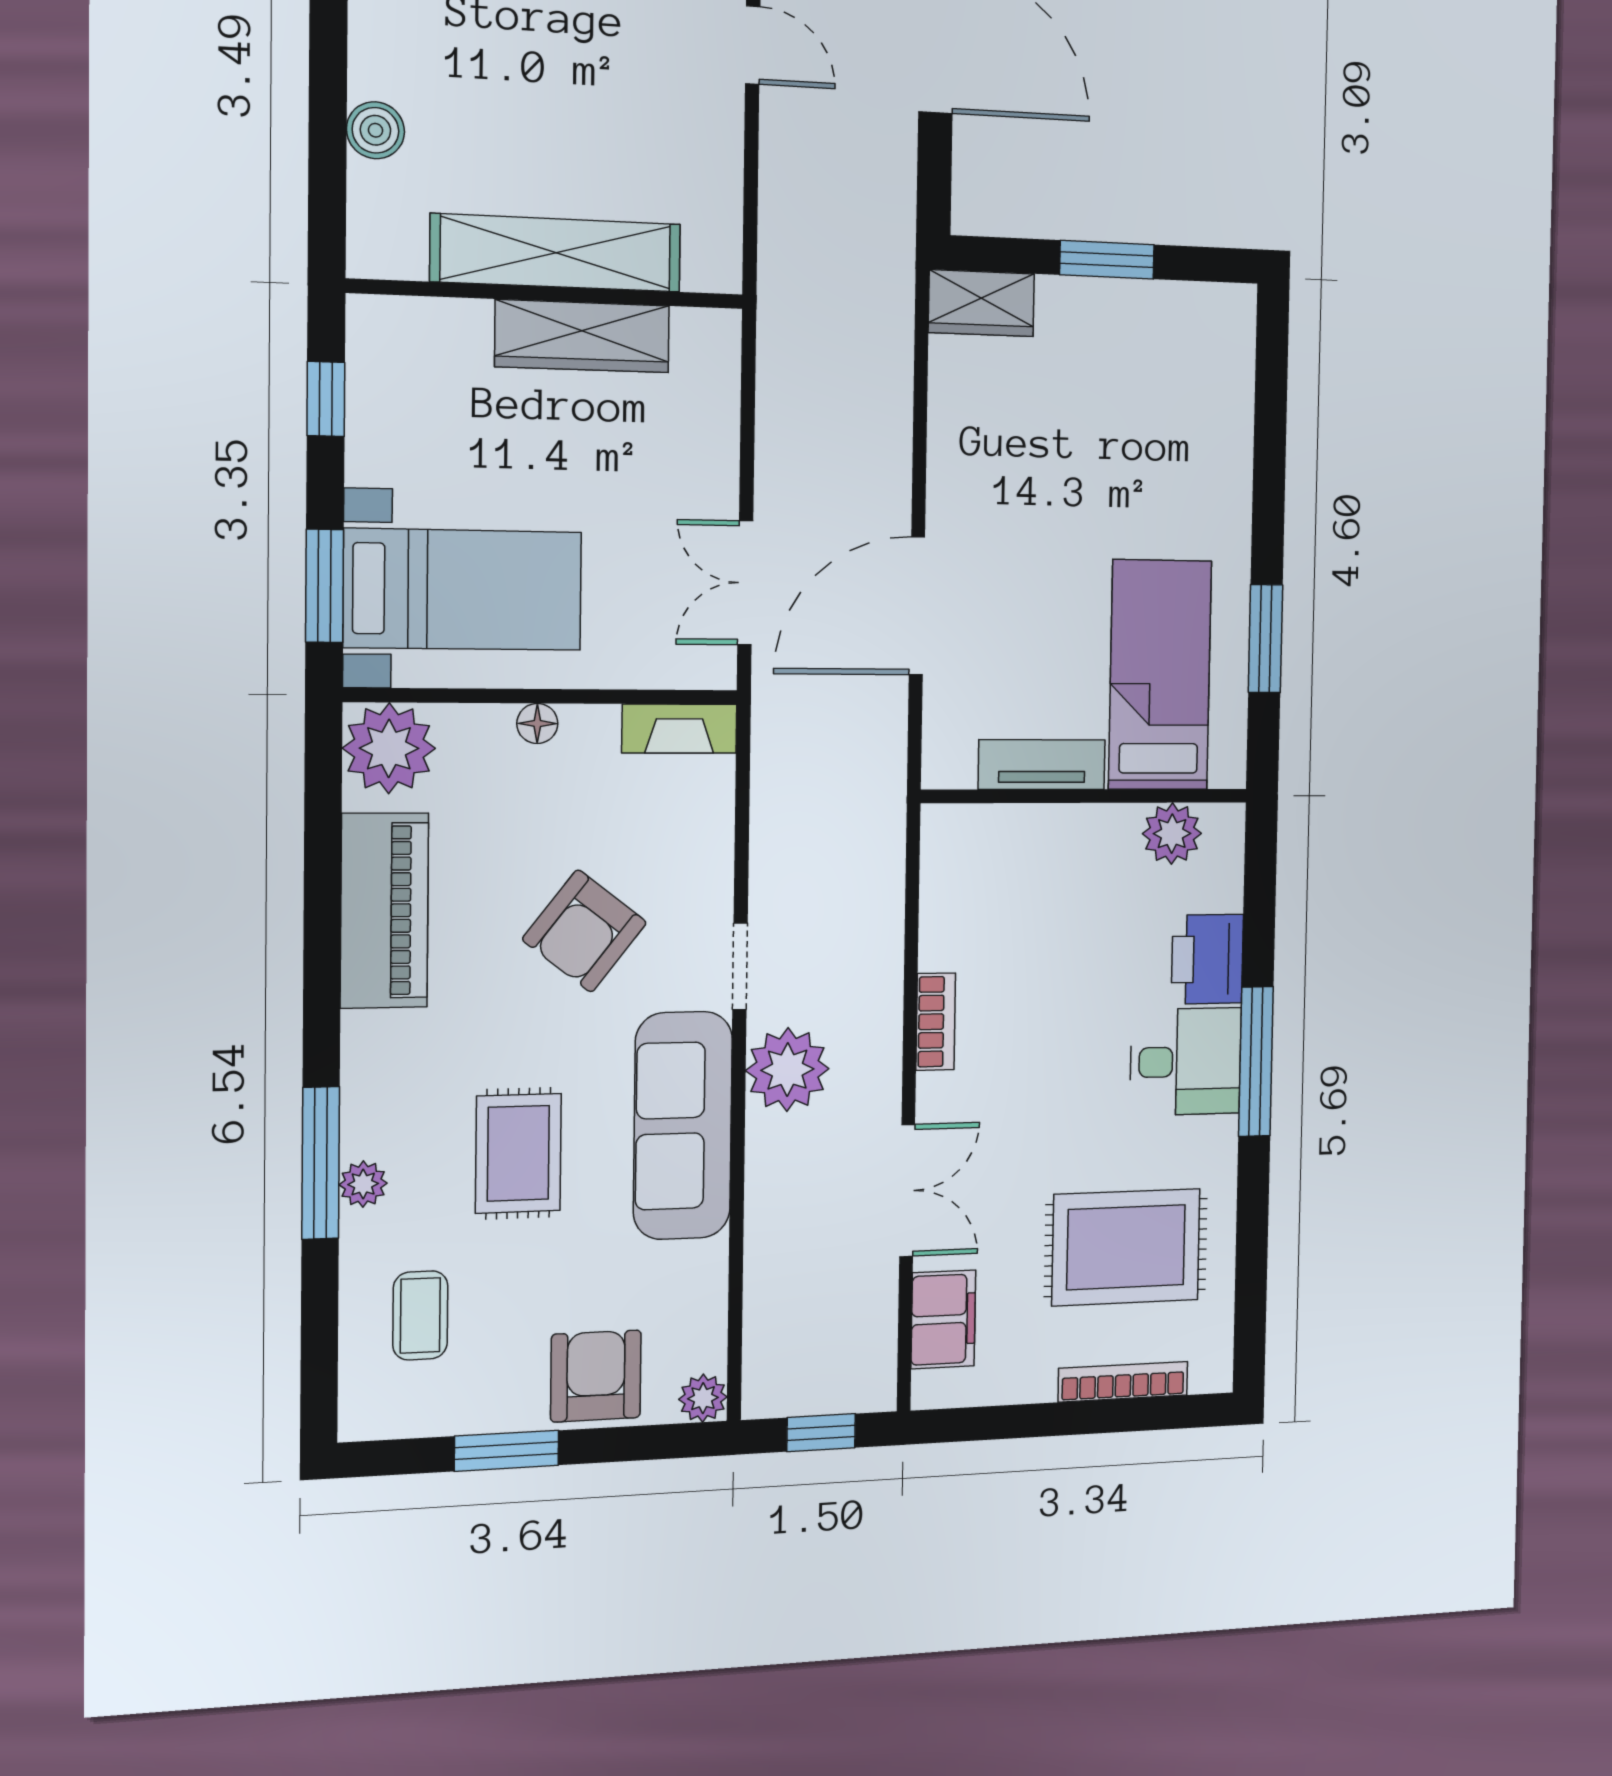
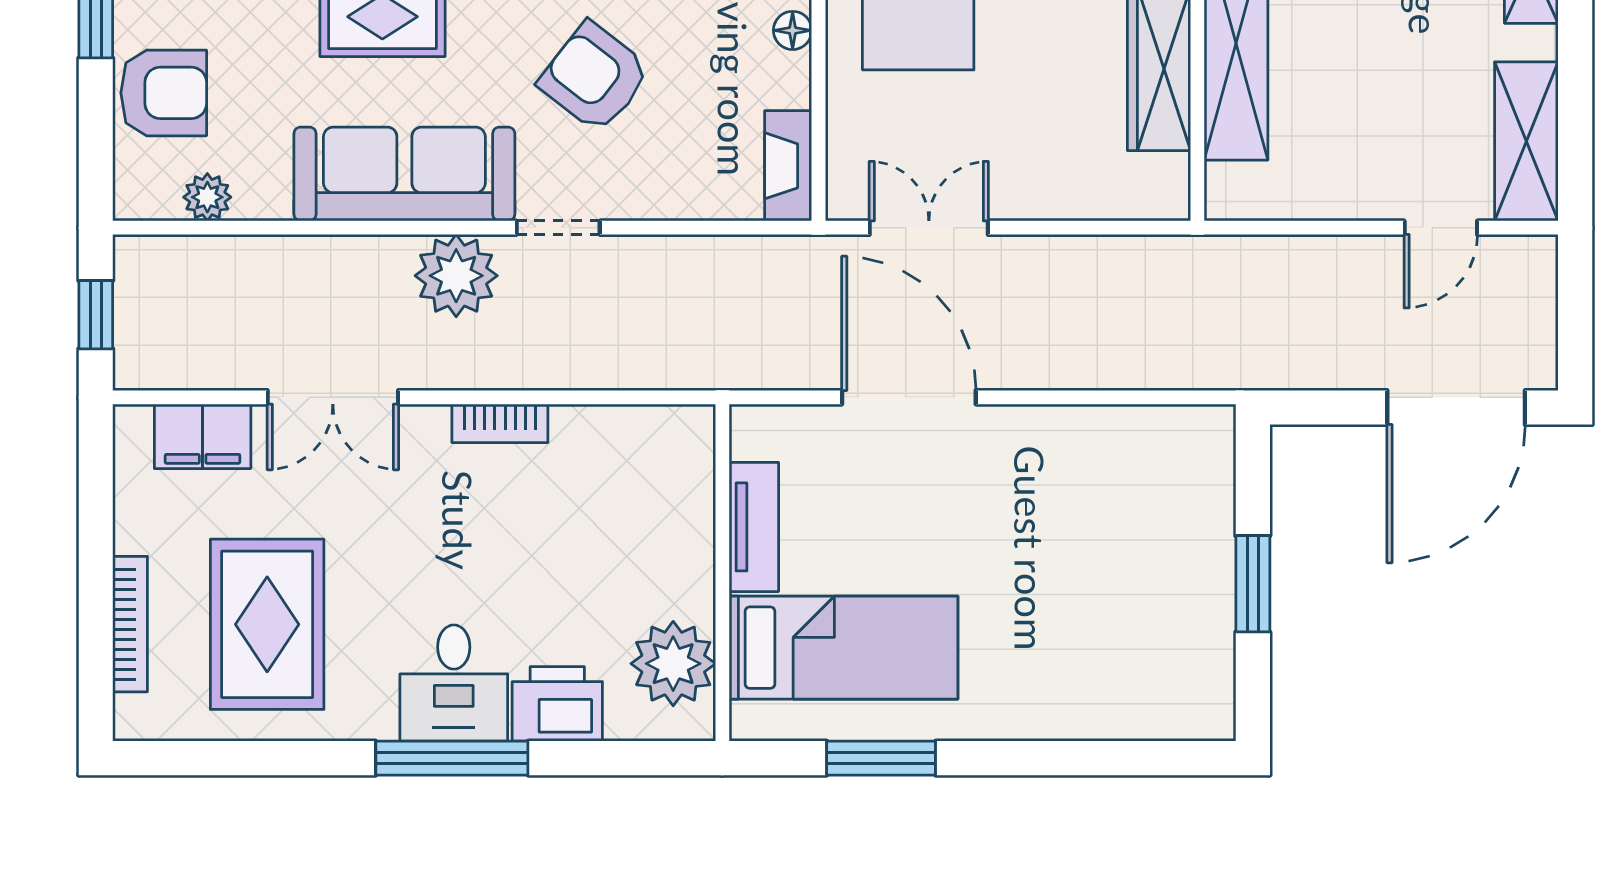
wardrobe: (981, 303) -> (1205, 457), removed
plant: (1172, 834) -> (673, 664), width x1.36, depth x1.36
plant: (703, 1398) -> (207, 197), moved

